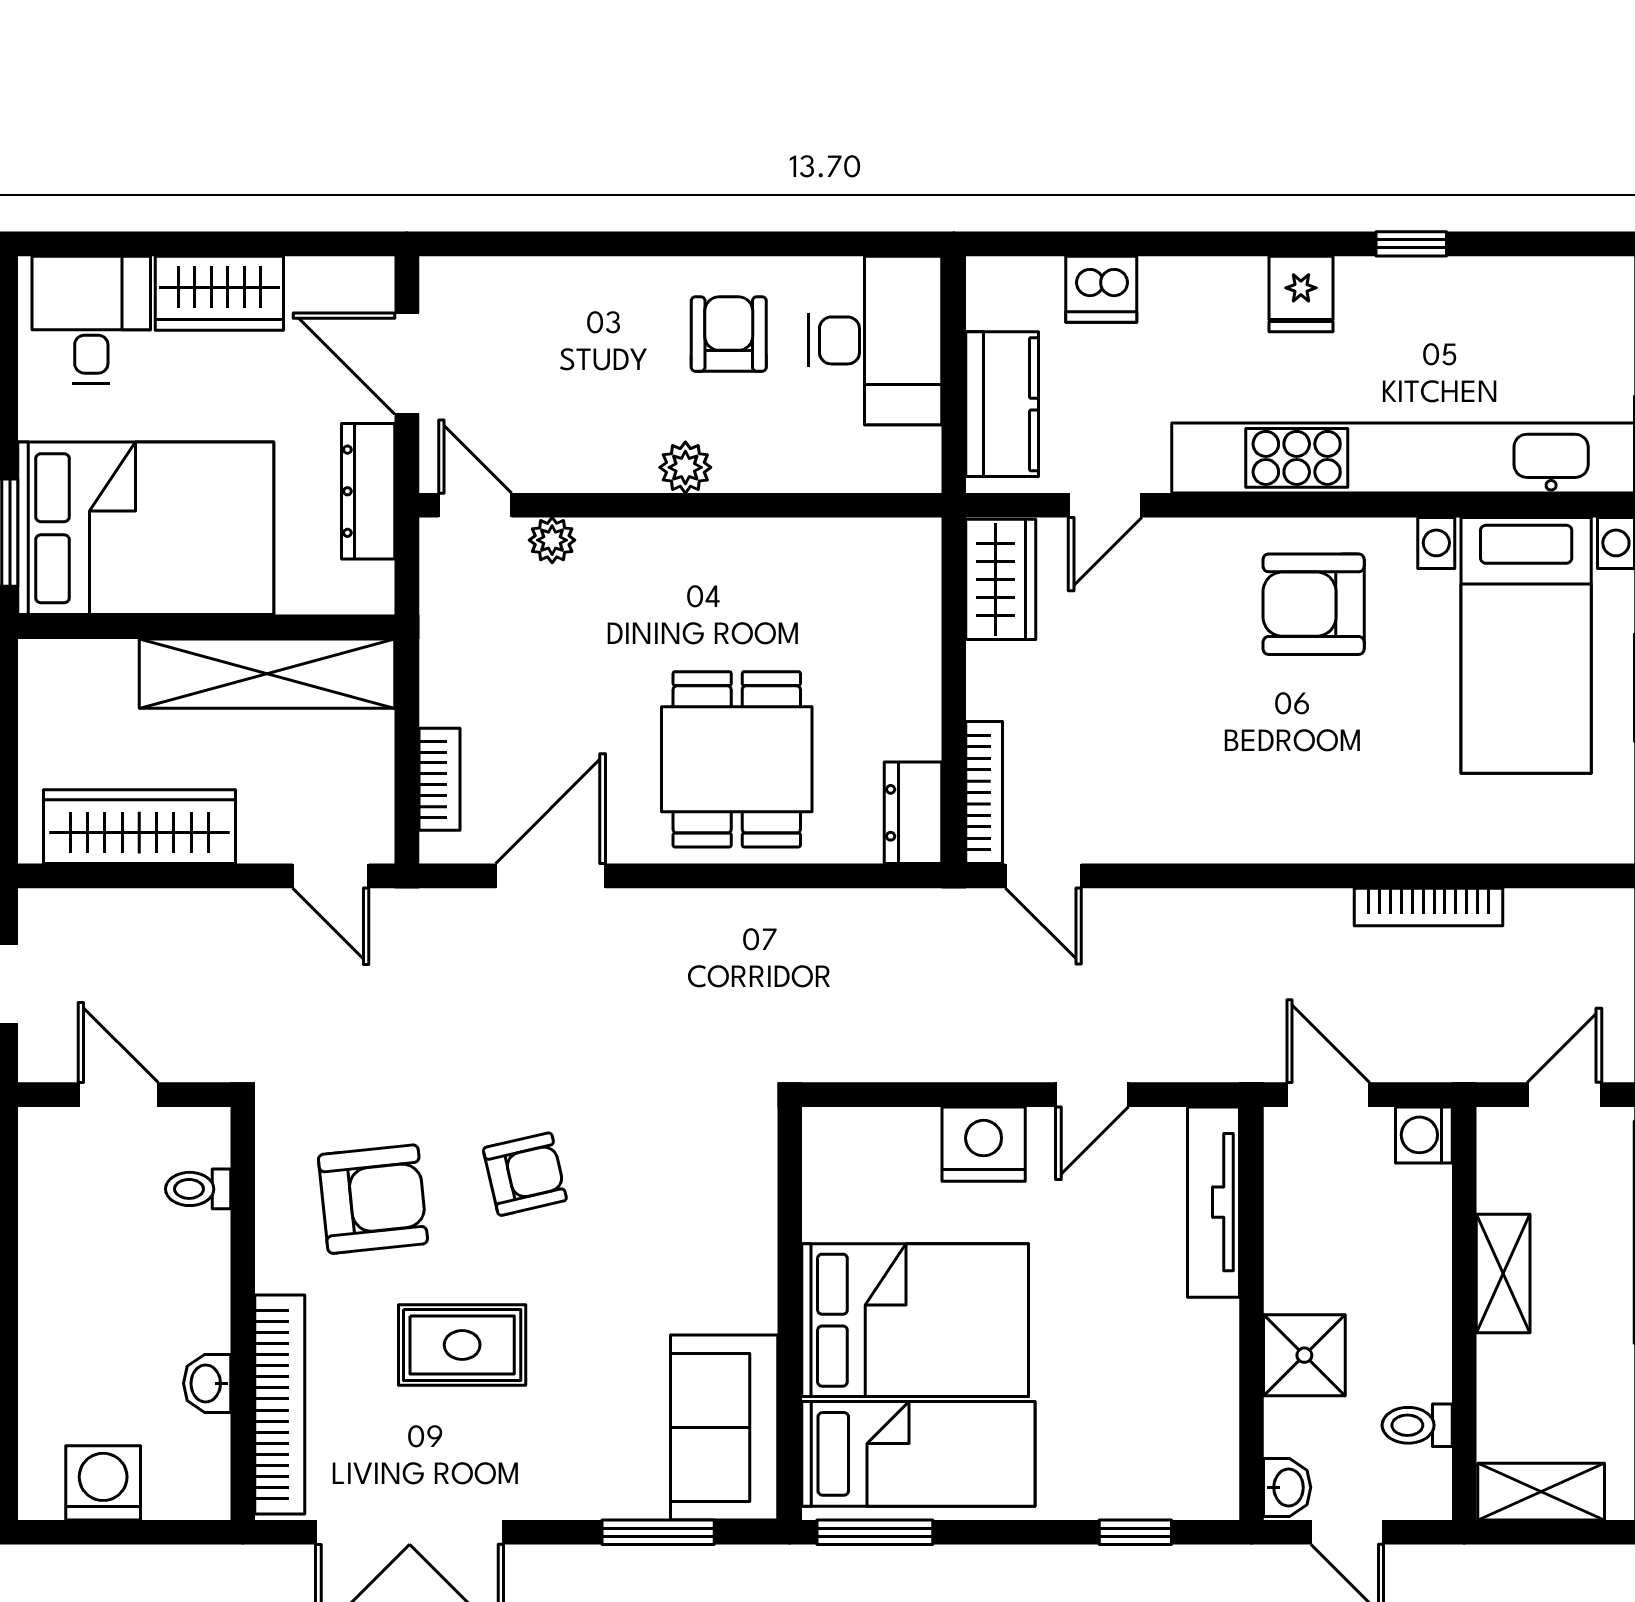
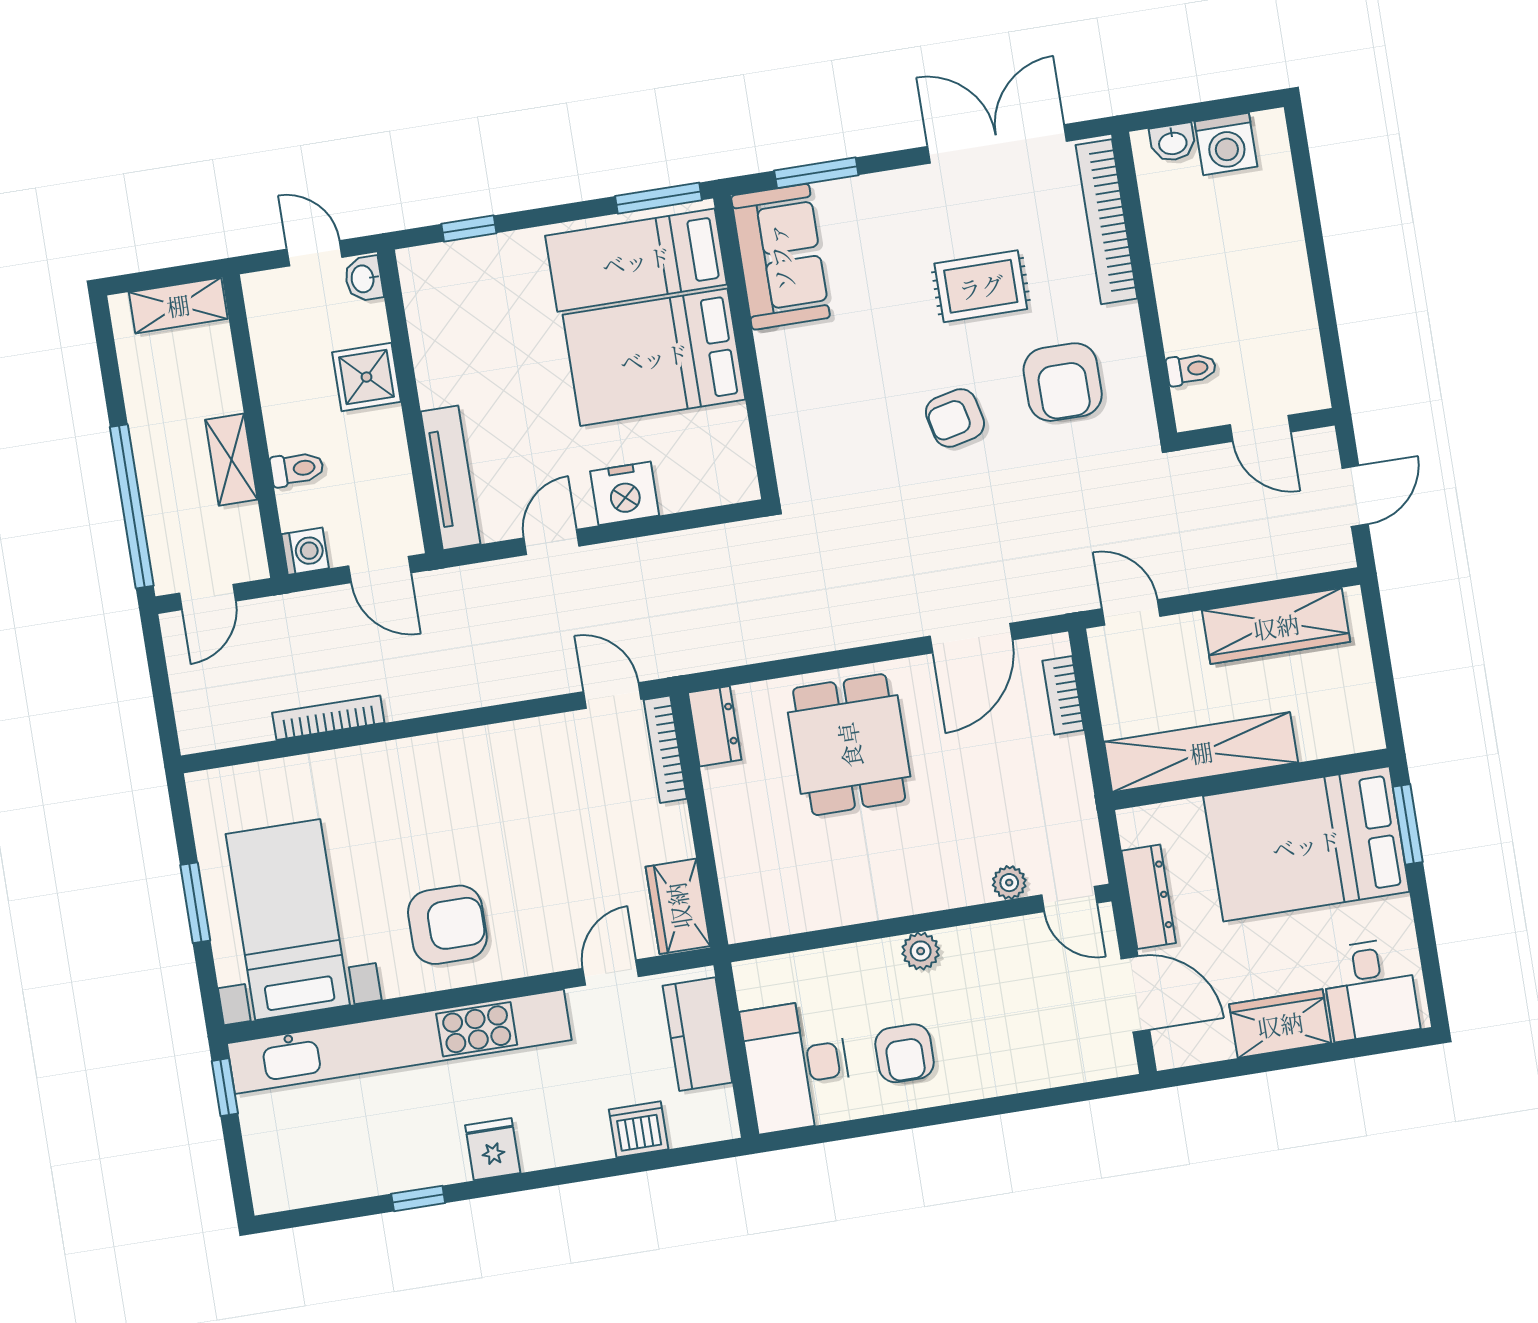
armchair: (373, 1199) -> (1063, 382), turned -84
washbasin: (207, 1383) -> (1173, 142), moved, turned 90
toilet: (1417, 1425) -> (297, 469), moved

